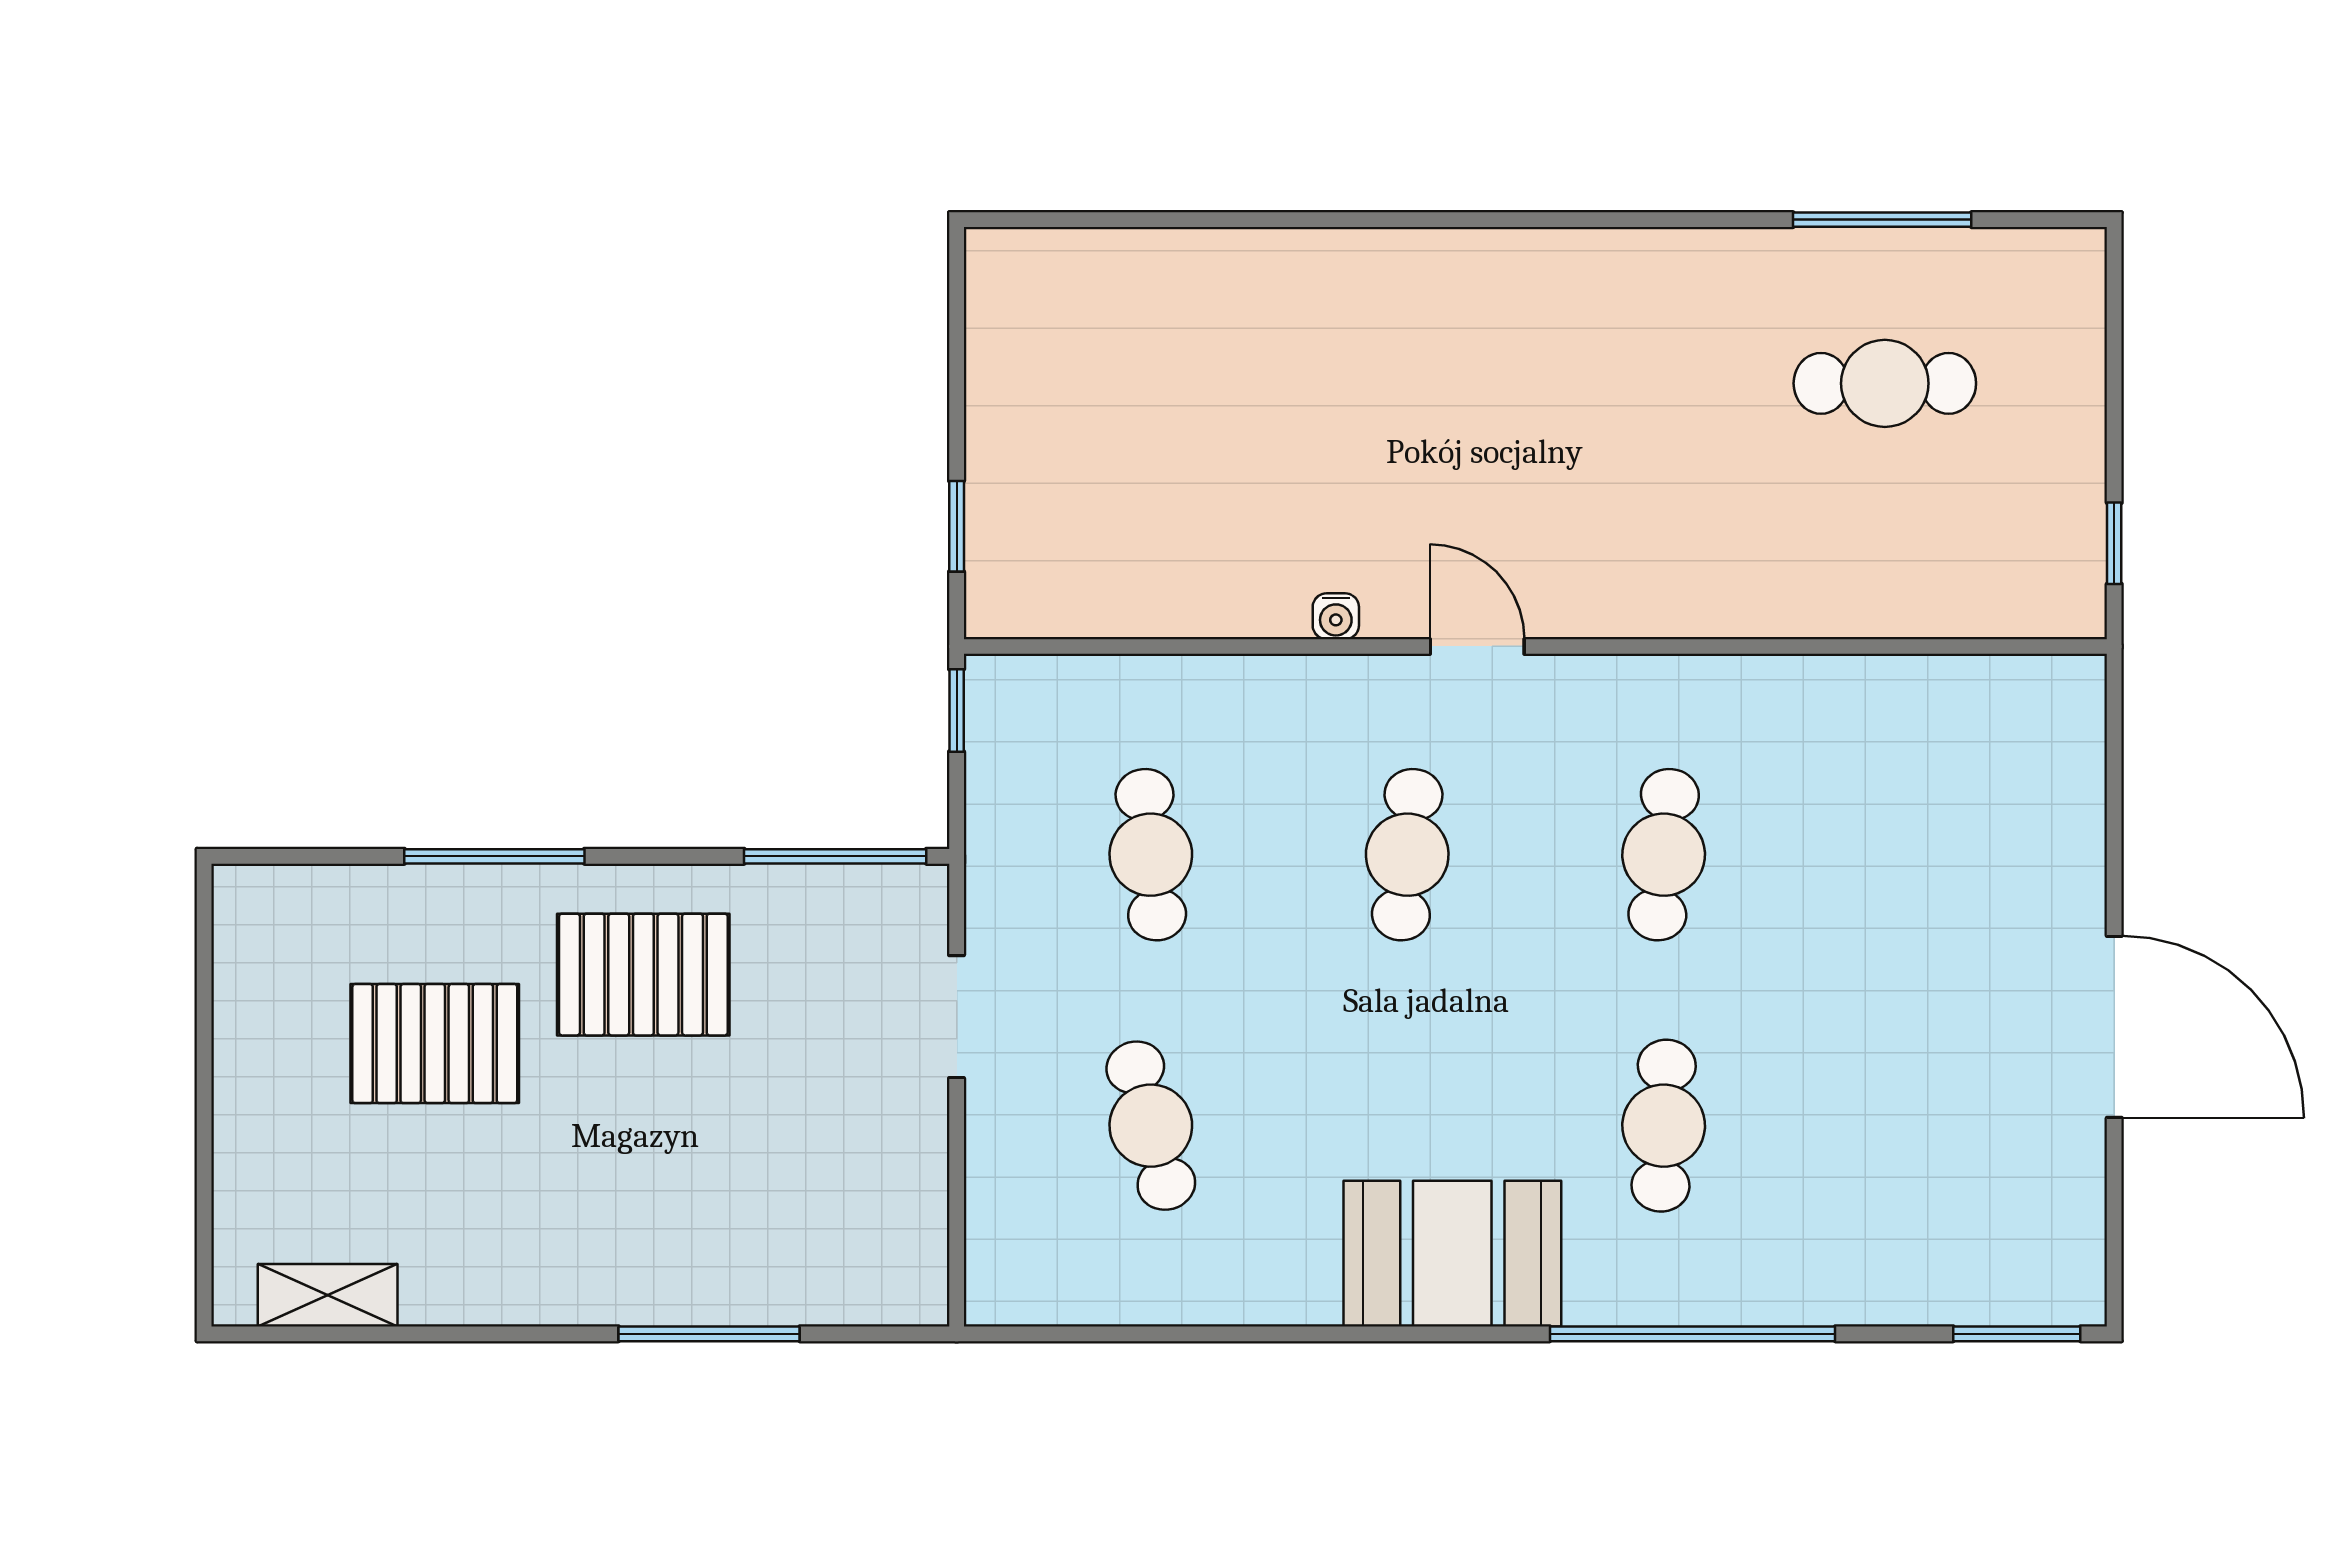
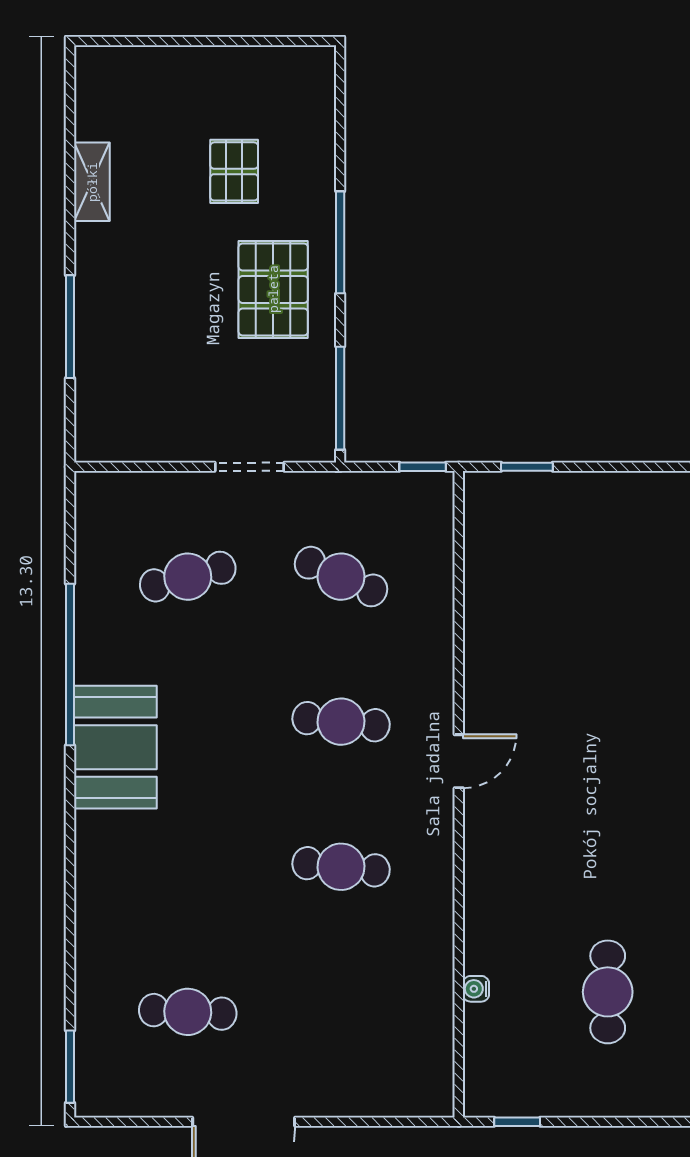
water cooler: (1336, 616) -> (476, 989), moved
cafe table: (1151, 855) -> (341, 577), turned 30
window: (494, 856) -> (340, 242), moved
pallet: (435, 1044) -> (234, 171), width x0.67, depth x0.71
cafe table: (1664, 1126) -> (188, 1012), moved
shelving: (328, 1295) -> (92, 182), moved
window: (1692, 1334) -> (70, 665), moved

